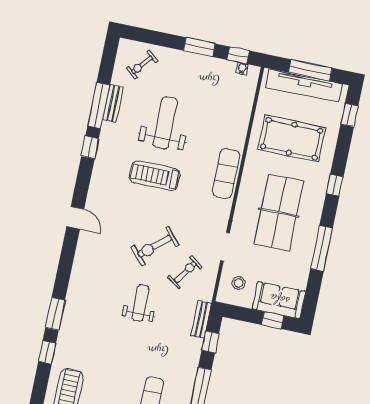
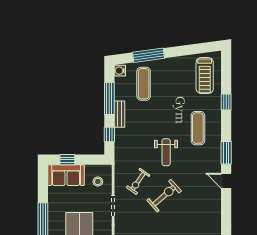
door: (75, 218) -> (226, 181), moved
window: (55, 314) -> (226, 153), moved
bench: (201, 319) -> (120, 114), moved
exercise mat: (92, 326) -> (198, 128), added

